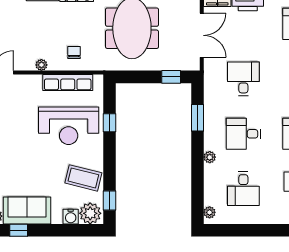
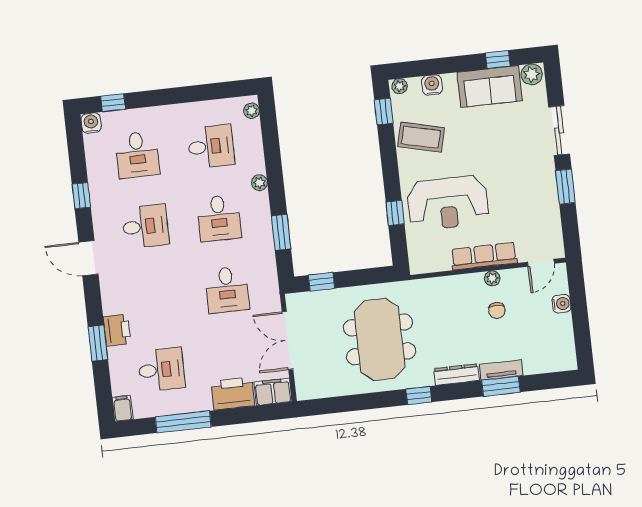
chair: (74, 53) -> (497, 311), moved
row of seats: (68, 82) -> (484, 256), moved
reception desk: (69, 126) -> (448, 203), turned 180
desk: (243, 134) -> (219, 218), turned 90
desk: (243, 189) -> (211, 146), turned 90
plant: (90, 213) -> (400, 86), width x0.53, depth x0.53

